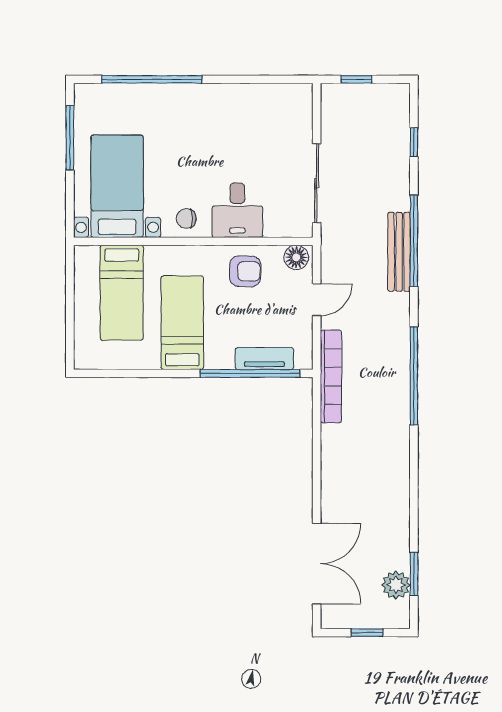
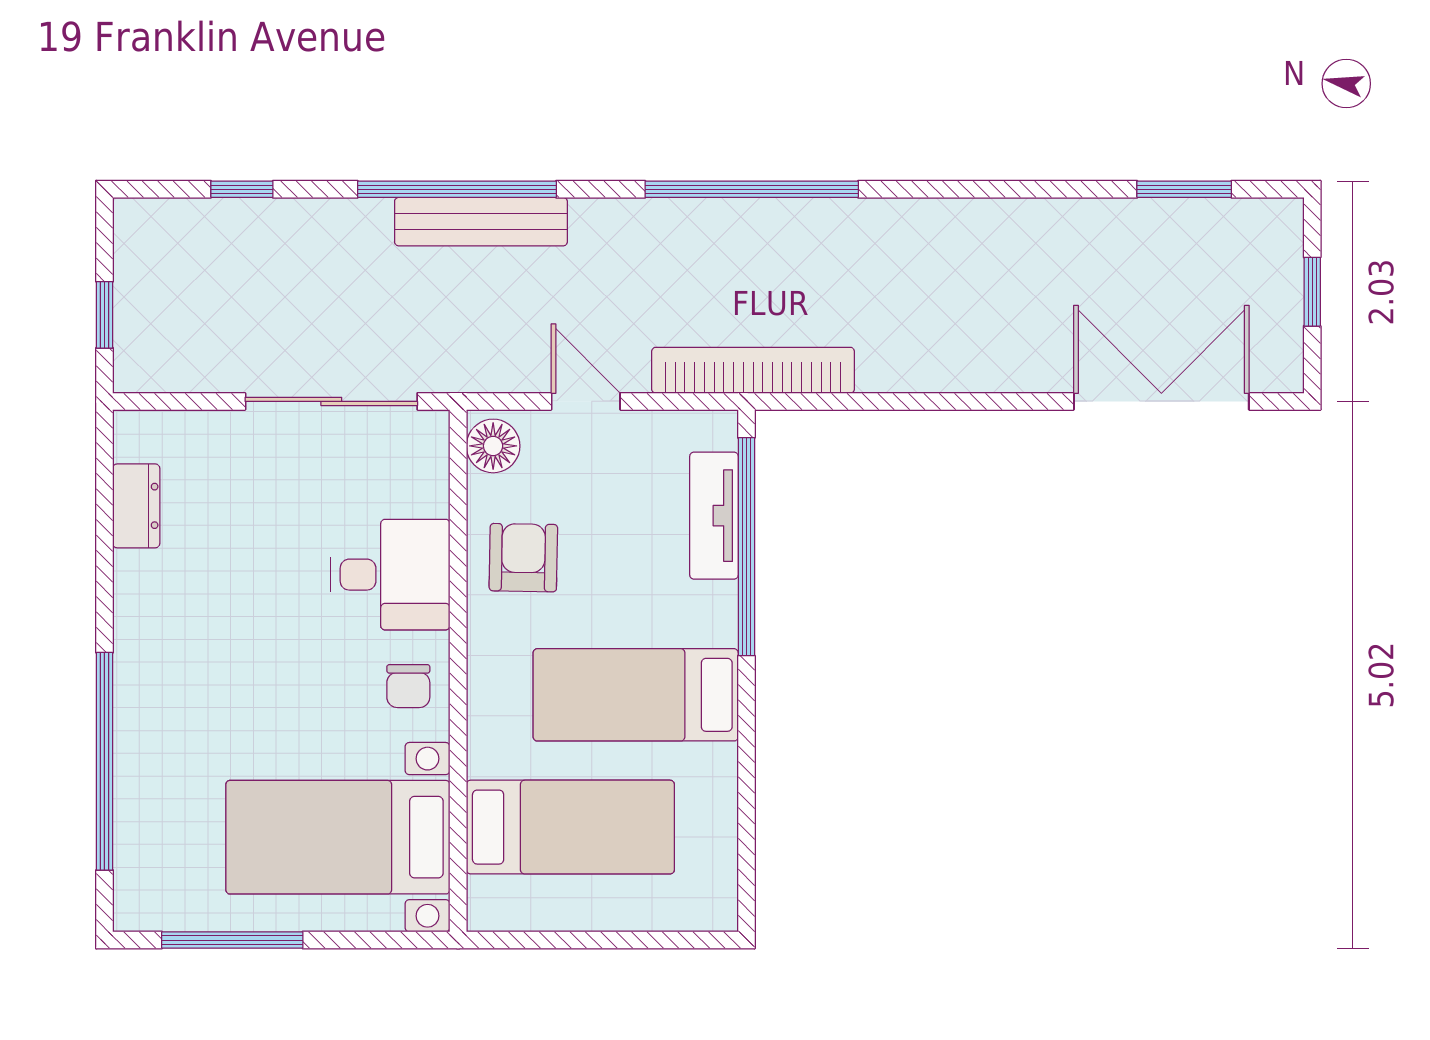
dresser: (269, 94) -> (136, 506), added
plant: (396, 585) -> (1208, 228), removed

